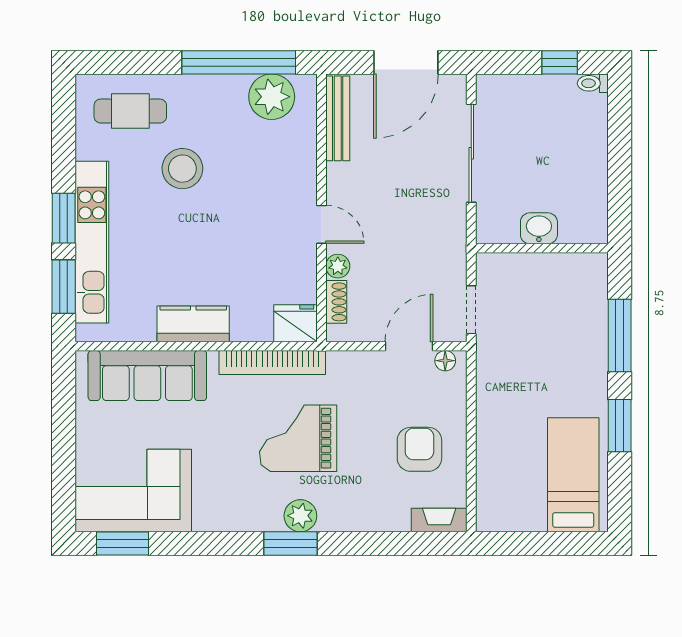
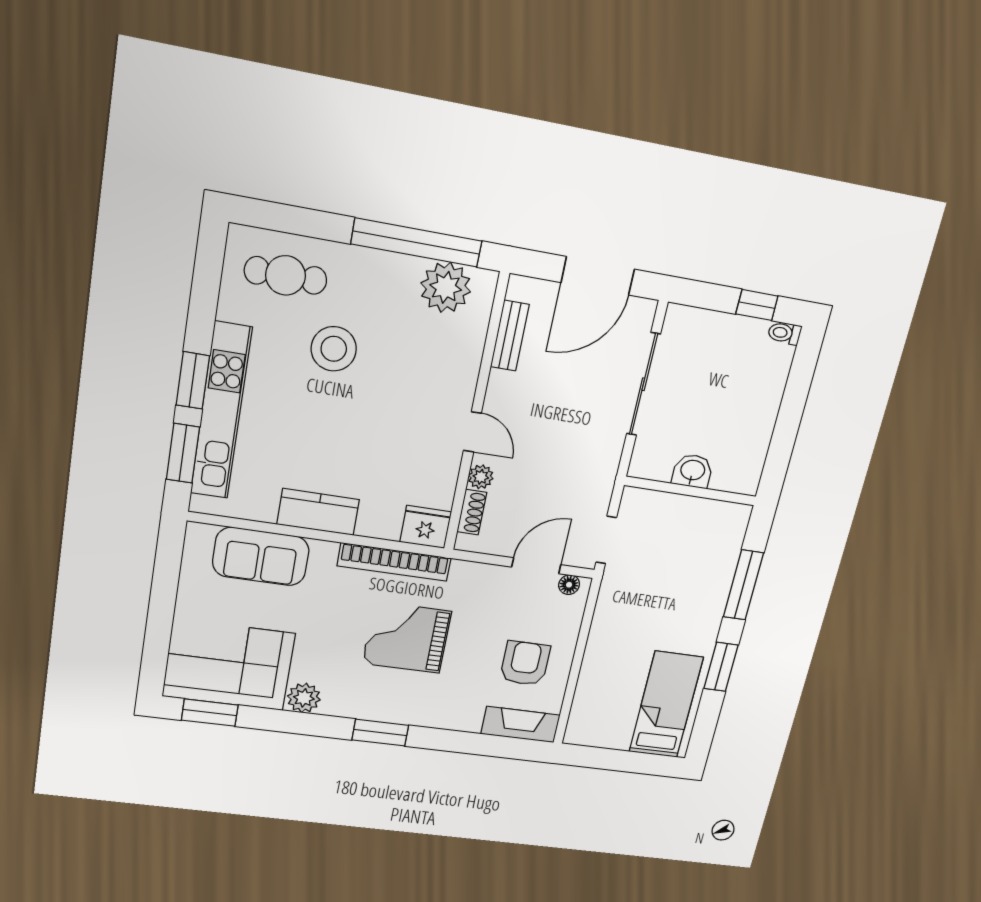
bench: (338, 118) -> (510, 336), width x0.73
sofa: (147, 376) -> (261, 556), width x0.73
plant: (300, 516) -> (304, 698), moved
fireplace: (439, 520) -> (520, 724), width x1.37, depth x1.32

